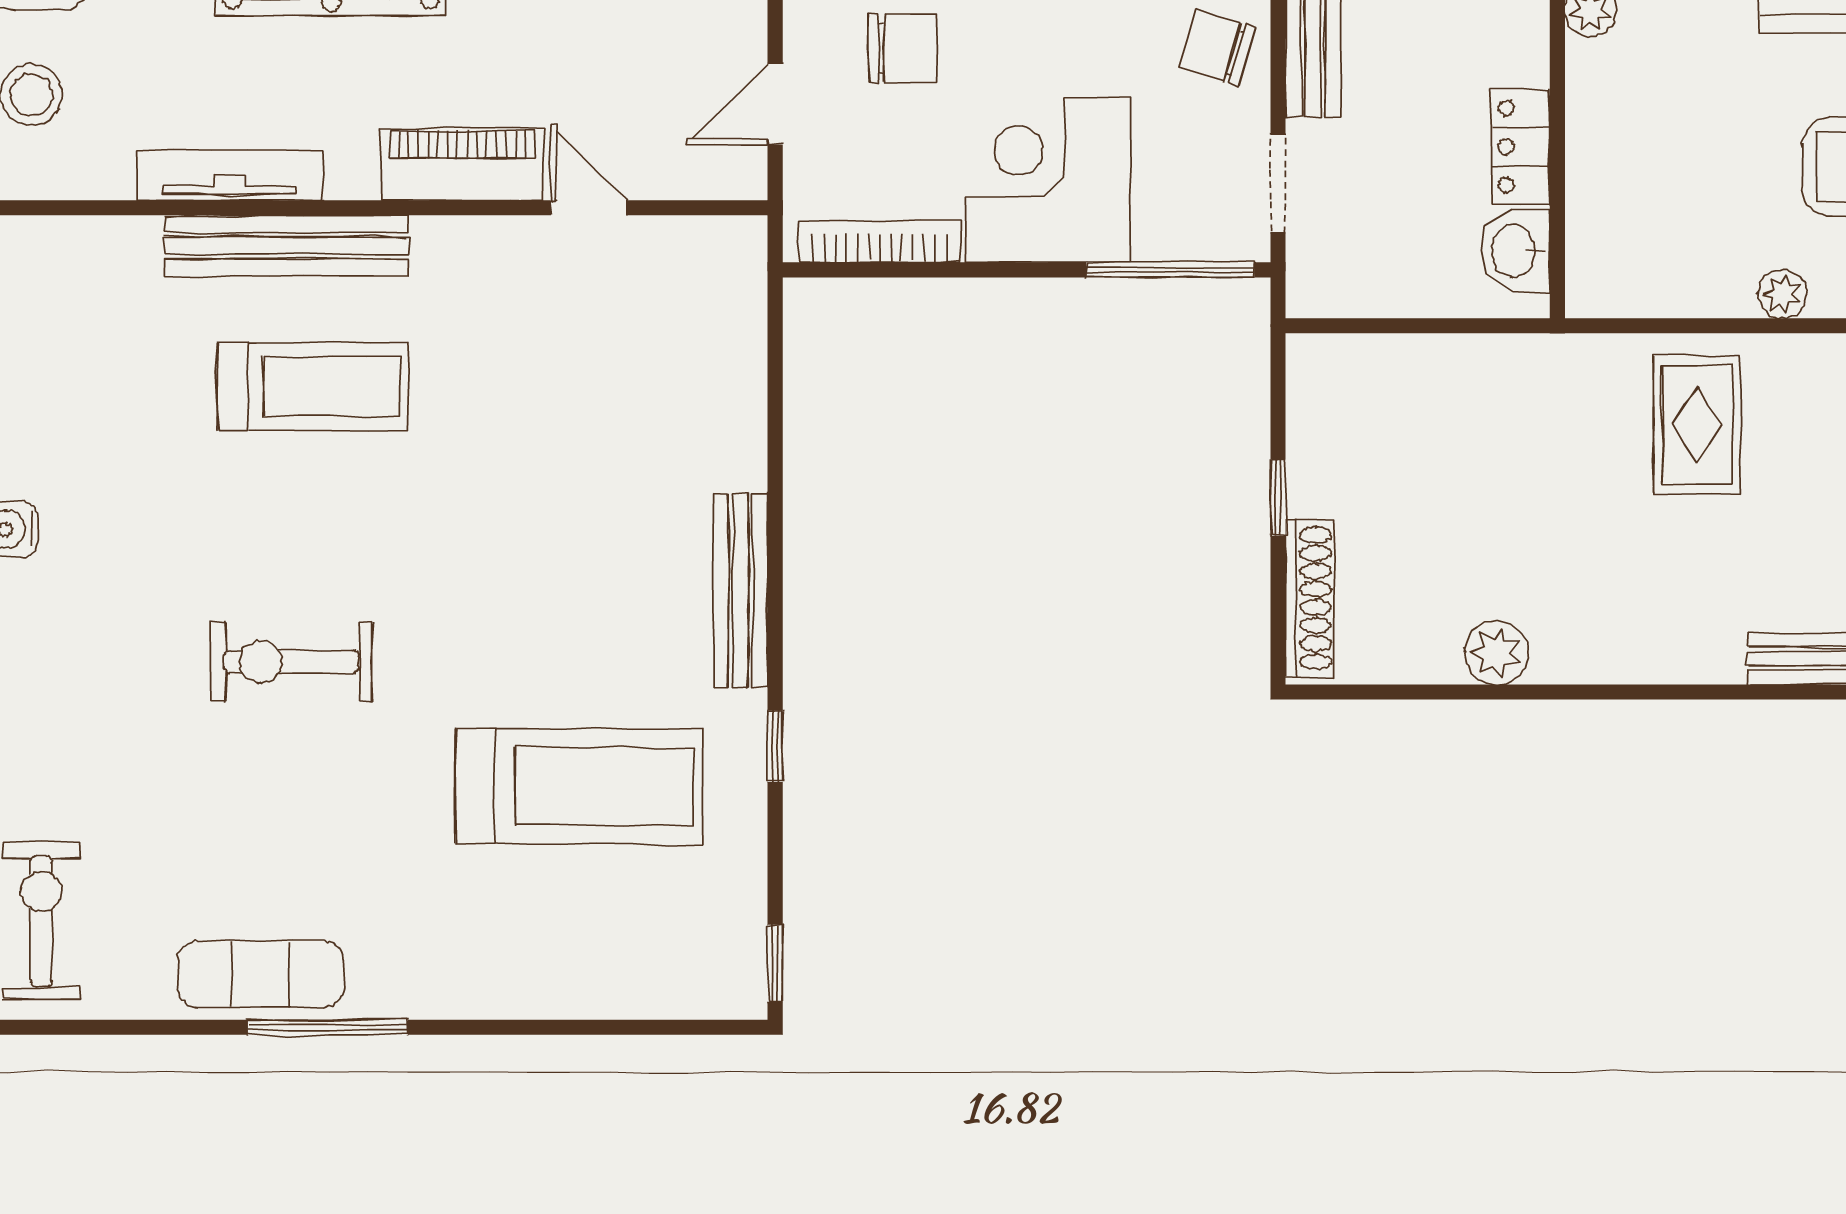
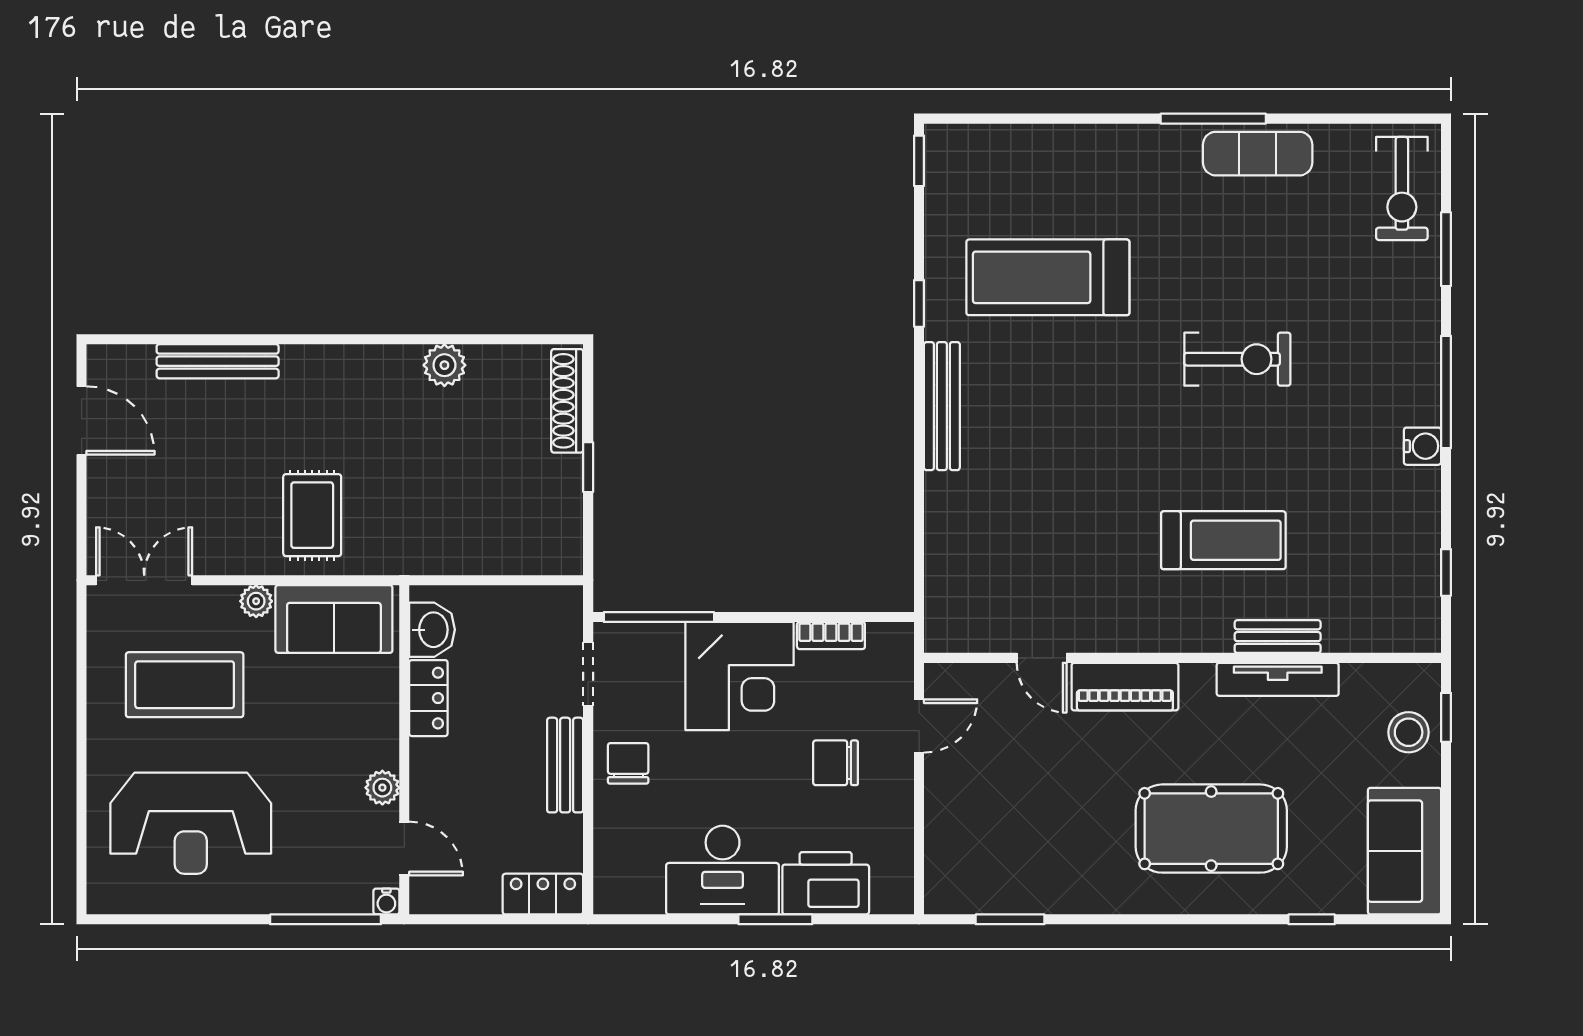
chair: (1217, 48) -> (628, 763), turned -107
bookcase: (880, 242) -> (831, 636), width x0.64
bench: (287, 245) -> (1278, 637), width x0.54, depth x0.82
sofa: (1664, 267) -> (334, 619), added
treadmill: (313, 387) -> (1223, 540), turned 180

